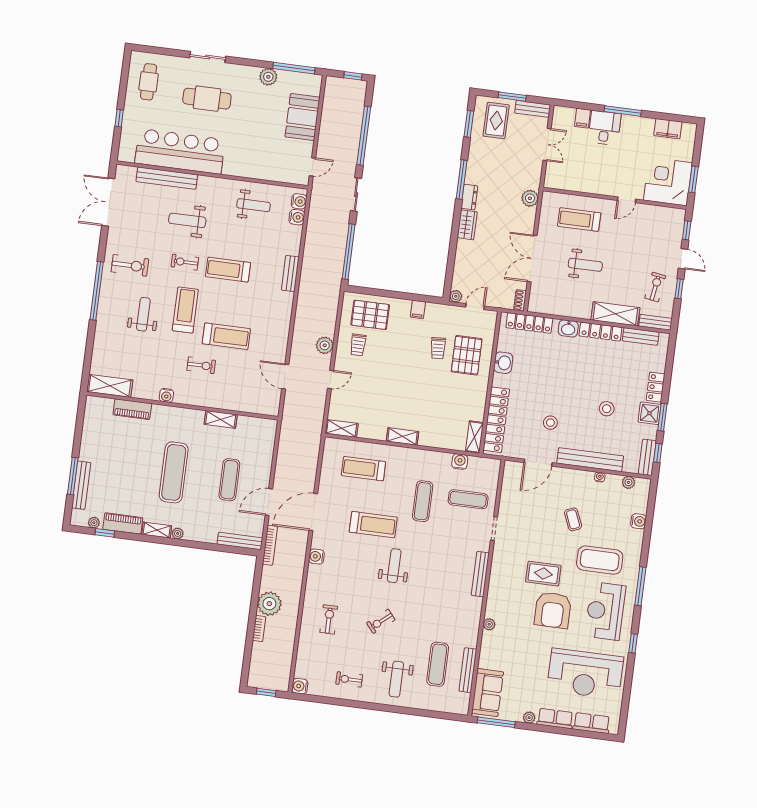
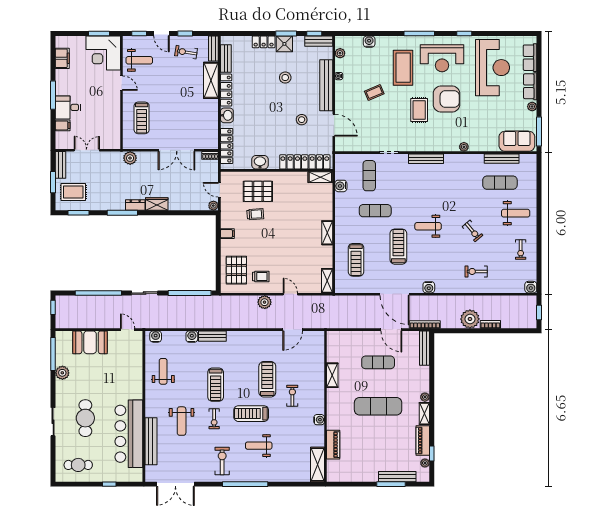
water cooler: (297, 217) -> (192, 337), moved
door: (683, 259) -> (161, 34), swing flipped
weight bench: (585, 265) -> (139, 60), moved, turned 90

